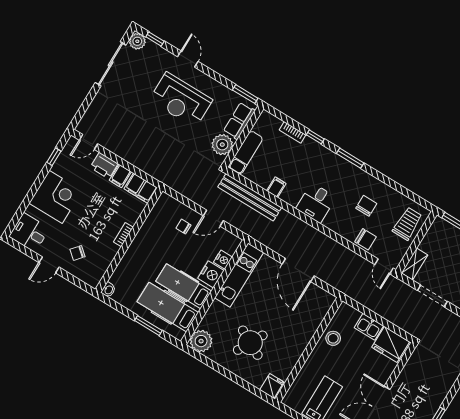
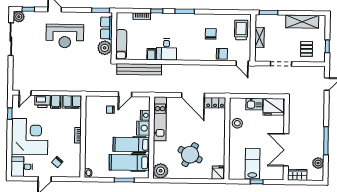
corner desk: (56, 197) -> (30, 137), width x1.36, depth x1.36
desk: (316, 203) -> (166, 49), moved
shelving: (414, 264) -> (260, 37), moved
locker: (320, 296) -> (215, 103), added

